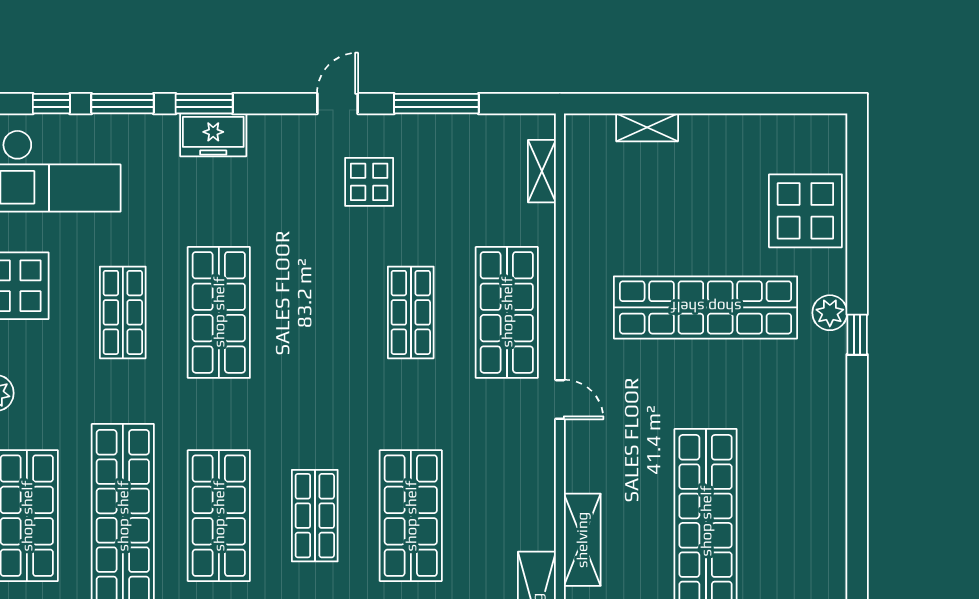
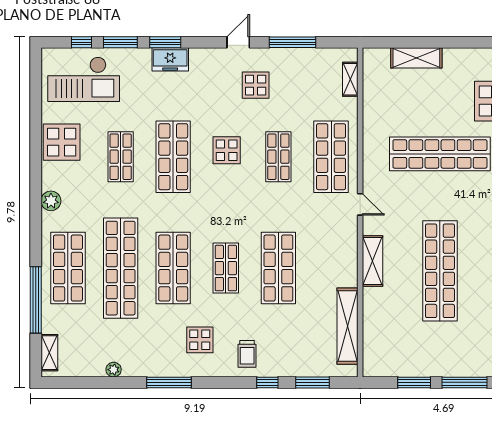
shelving: (647, 127) -> (416, 58), width x1.50, depth x1.33
display table: (316, 301) -> (227, 150), added
shelving: (582, 540) -> (372, 261), moved

